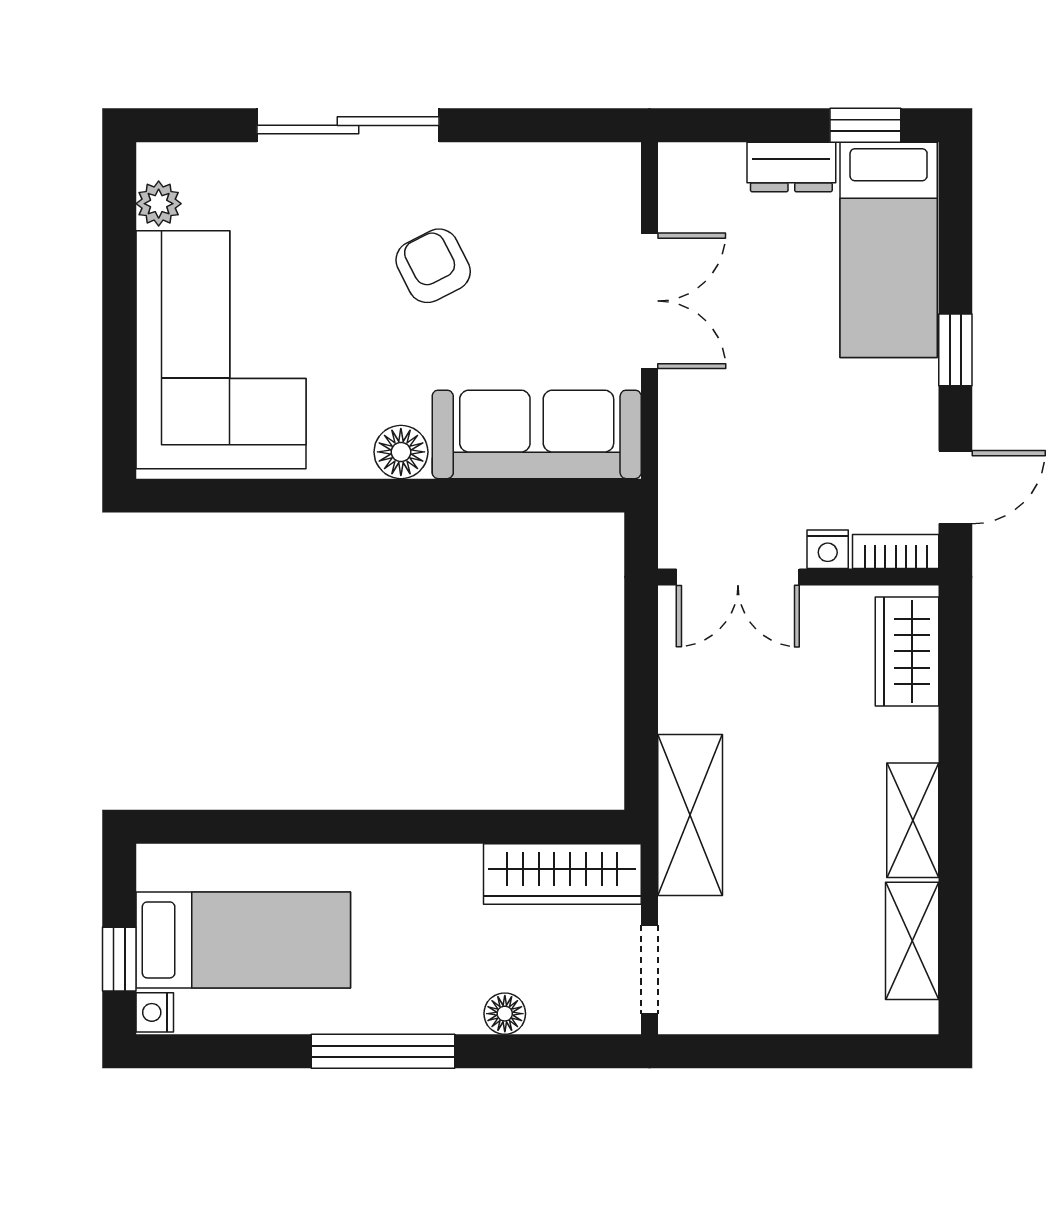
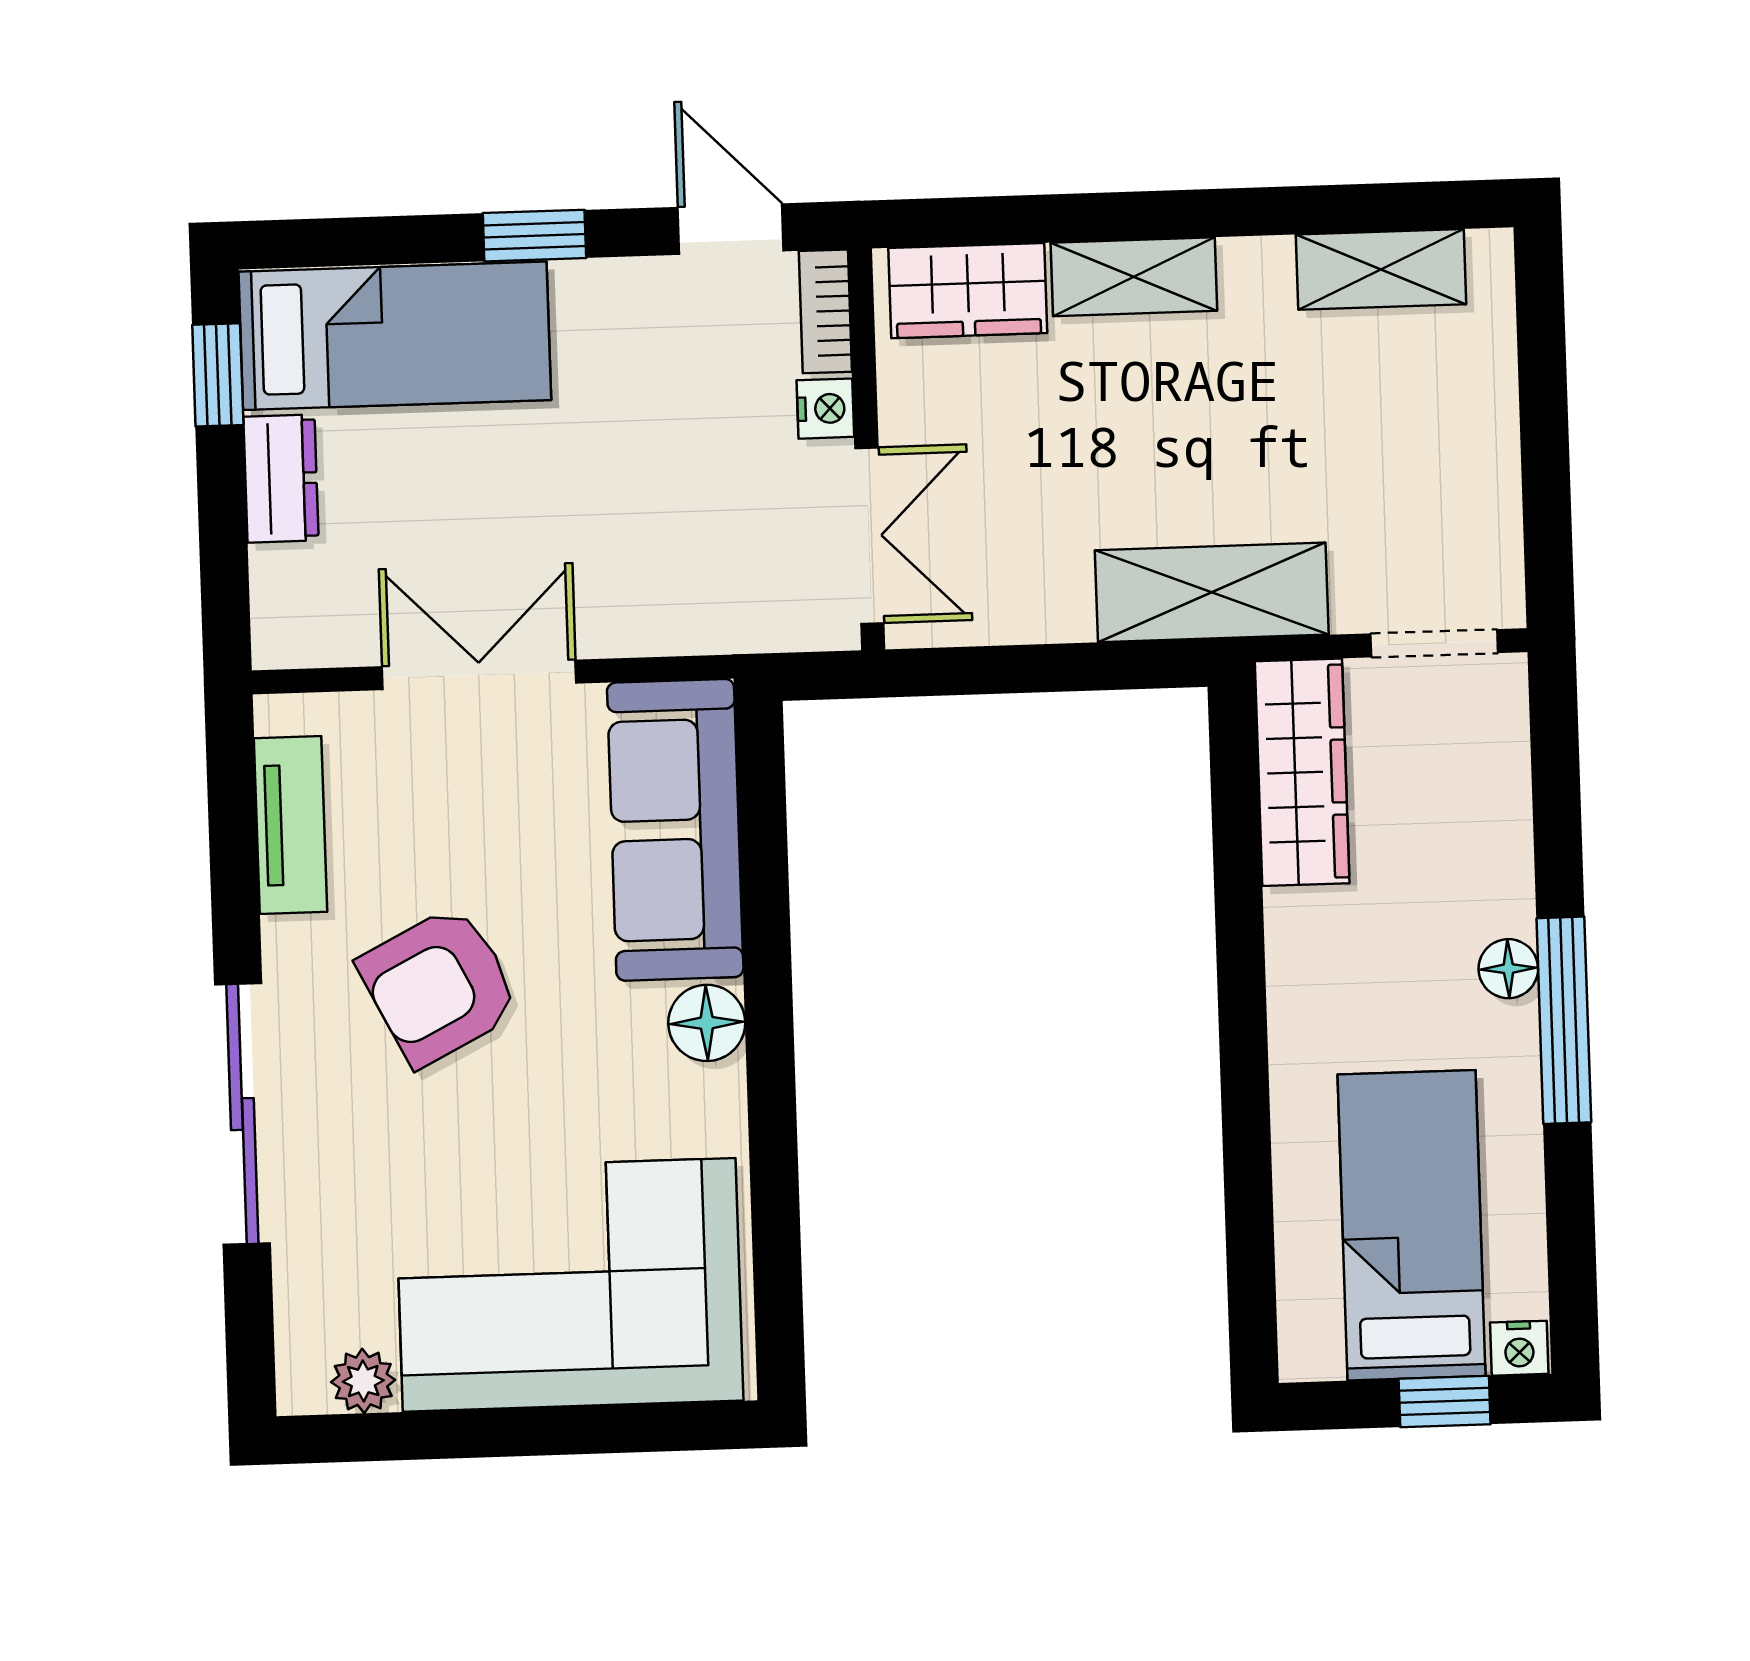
tv unit: (549, 166) -> (291, 825), added
armchair: (433, 266) -> (439, 986), width x1.38, depth x1.38
shelving: (913, 820) -> (1134, 277), moved
floor lamp: (505, 1014) -> (1508, 969), moved

